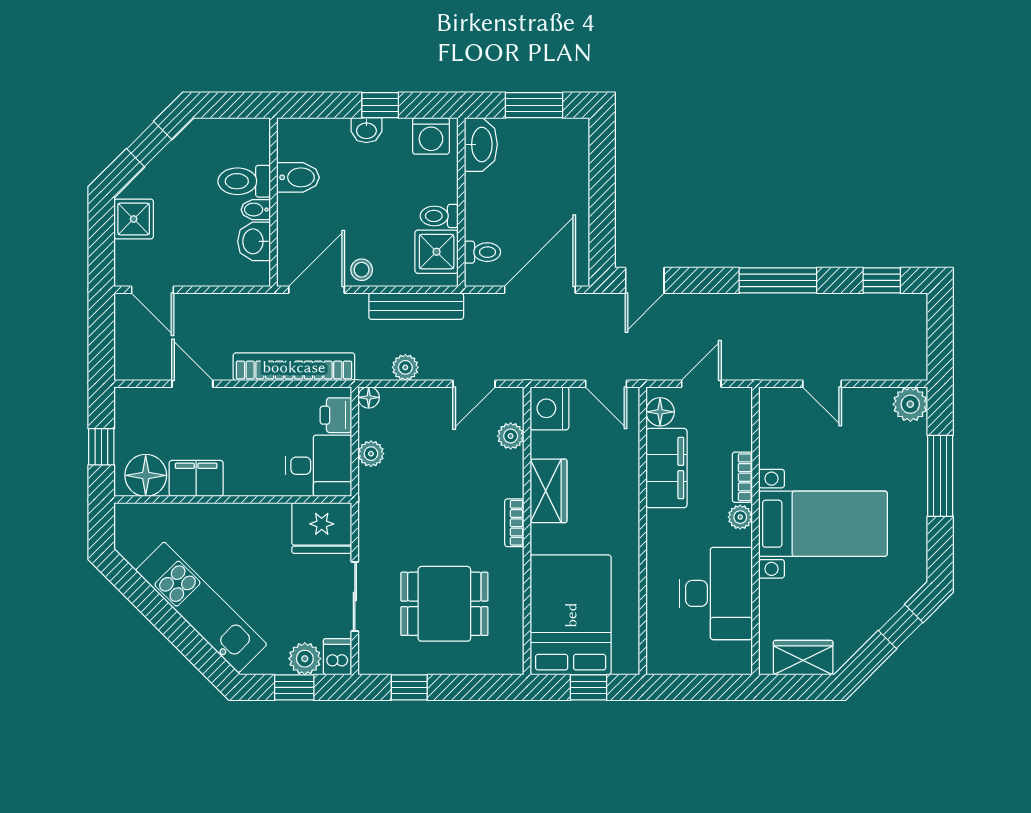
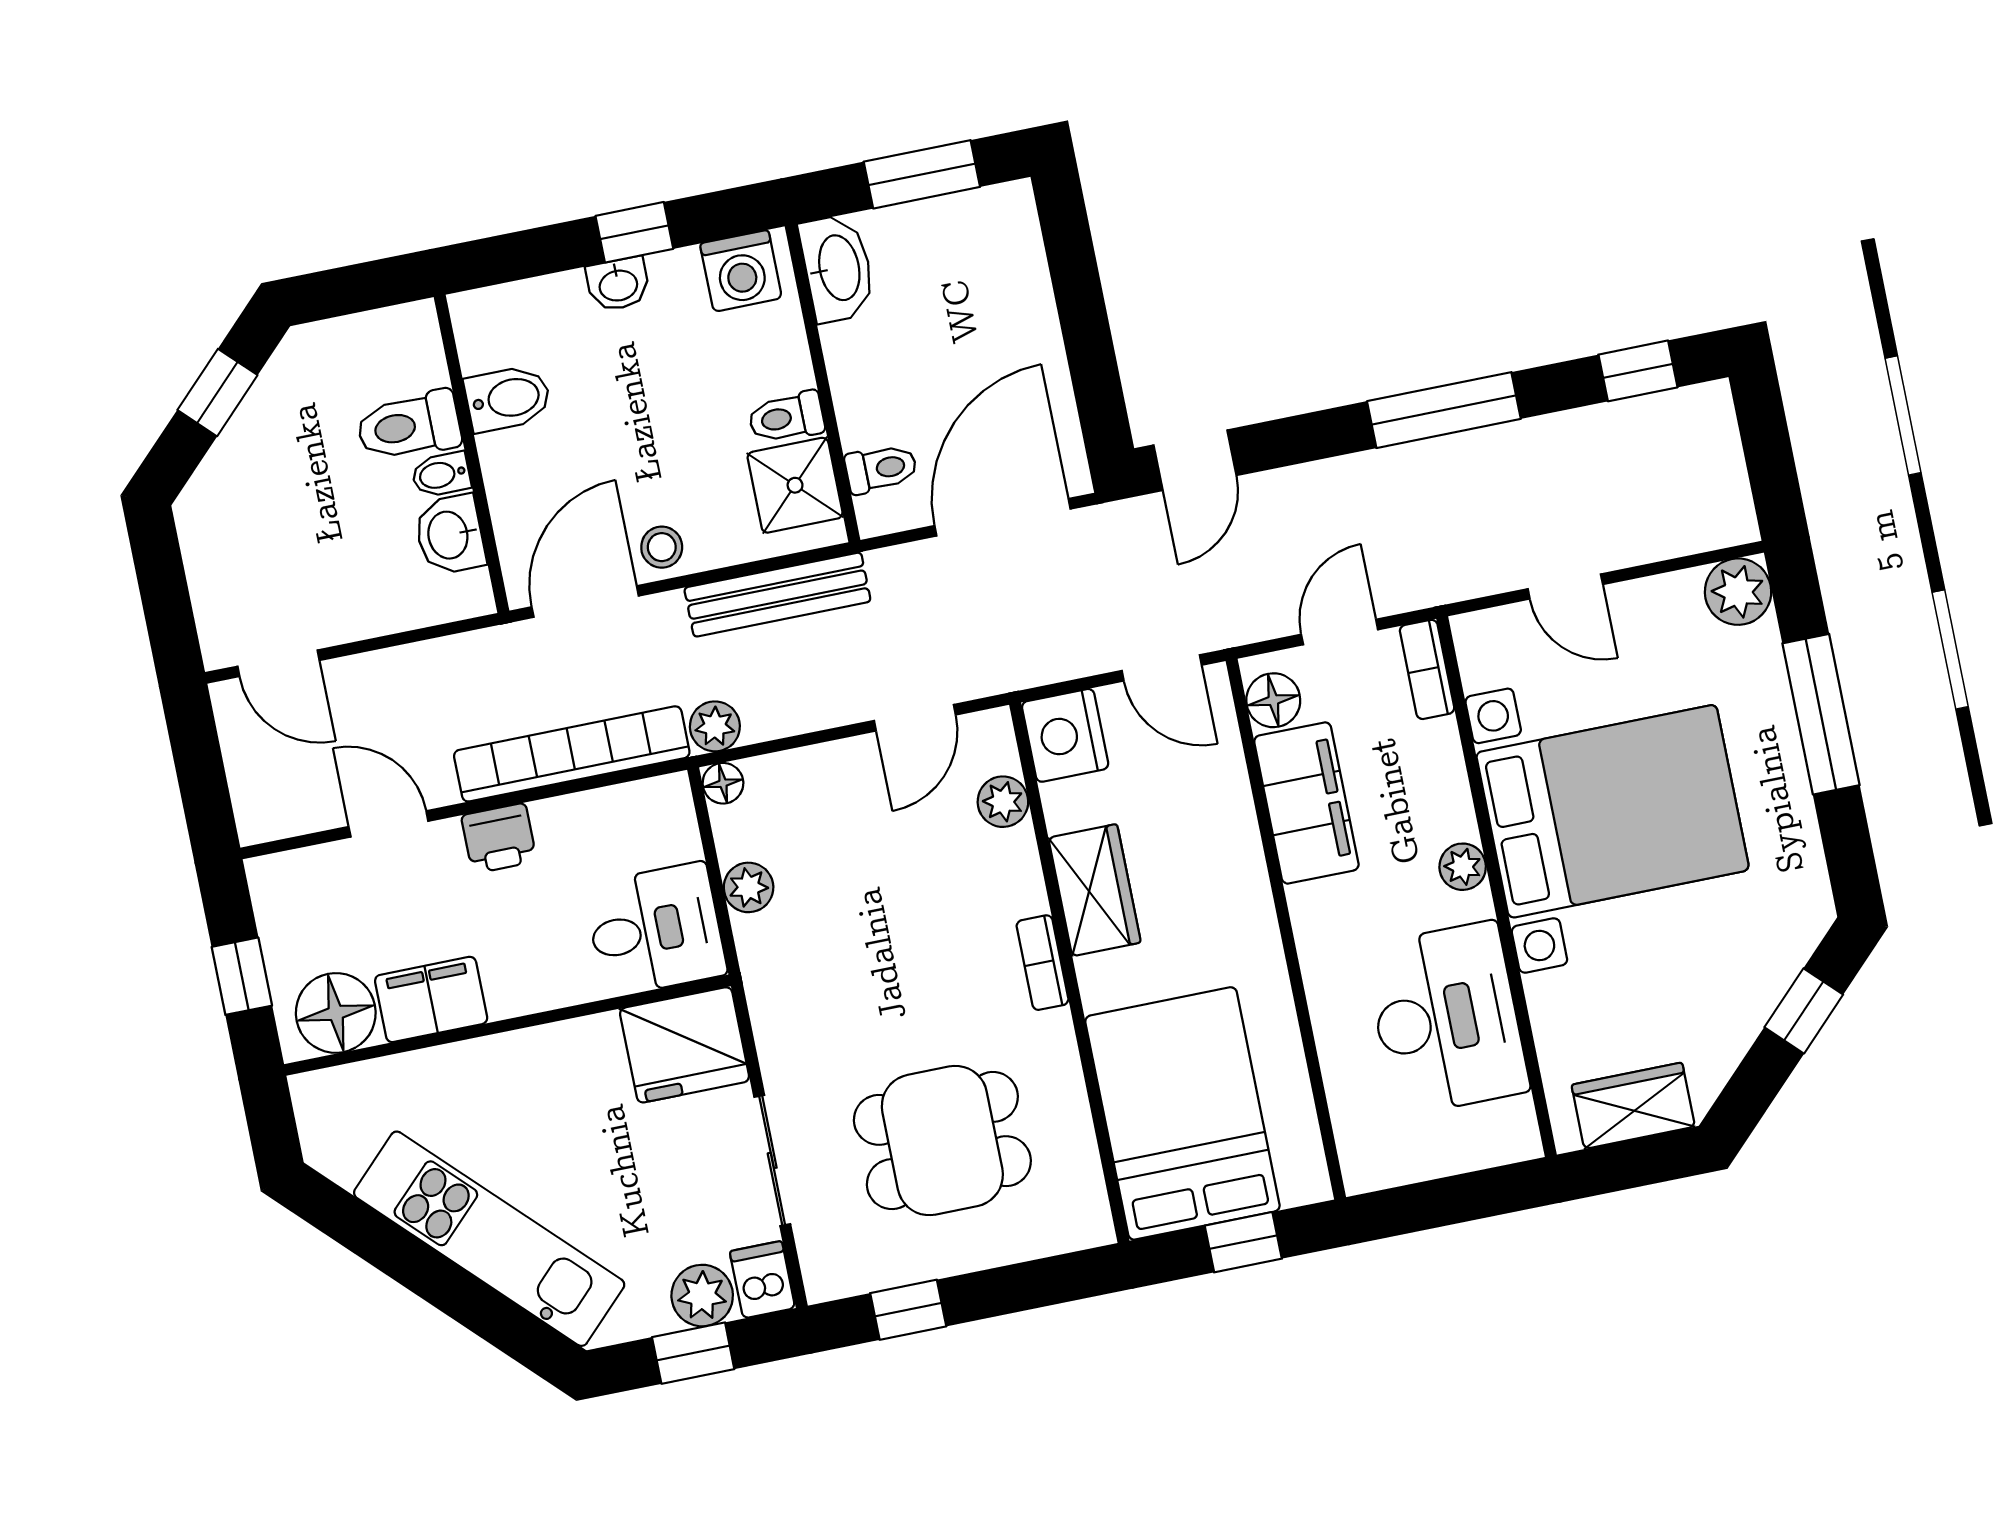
shower: (134, 219) -> (216, 538), removed
plant: (405, 367) -> (715, 726), moved
printer: (336, 415) -> (499, 838), moved, turned -90
bookcase: (742, 477) -> (1427, 669), moved
bed with nightstands: (823, 524) -> (1613, 811), width x1.36

